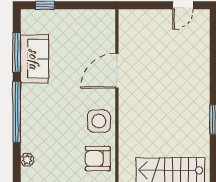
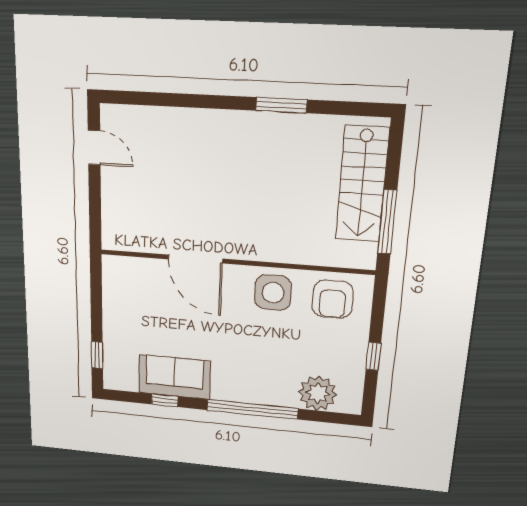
window: (17, 52) -> (165, 400), width x0.46
plant: (27, 160) -> (318, 393), width x1.87, depth x1.87

